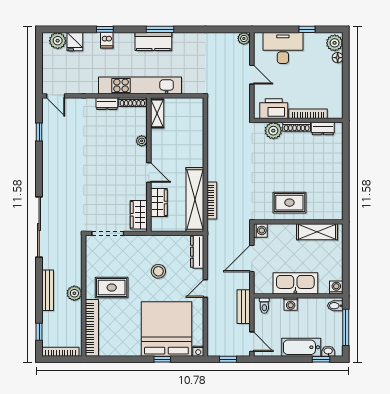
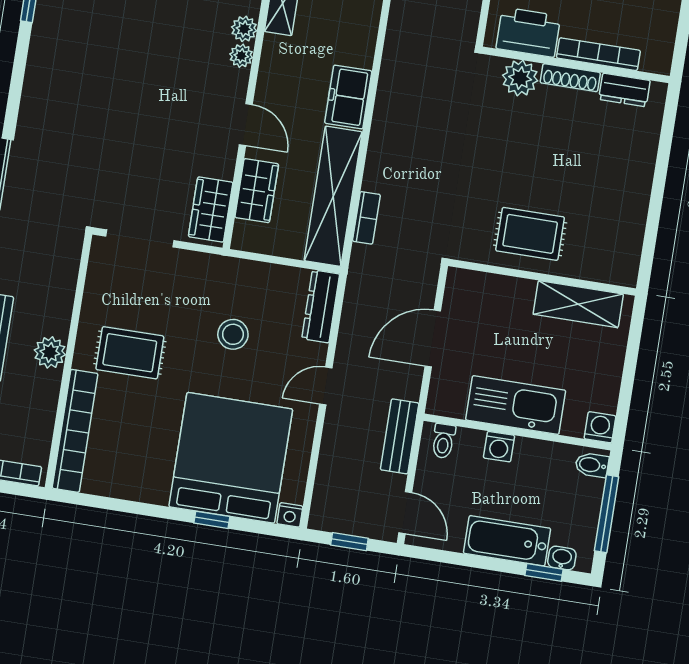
plant: (141, 128) -> (244, 29), added
freezer: (195, 152) -> (348, 97), added
bookcase: (212, 200) -> (366, 218), width x0.64
washing machine: (260, 230) -> (460, 283), removed

